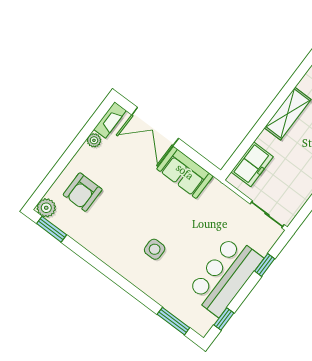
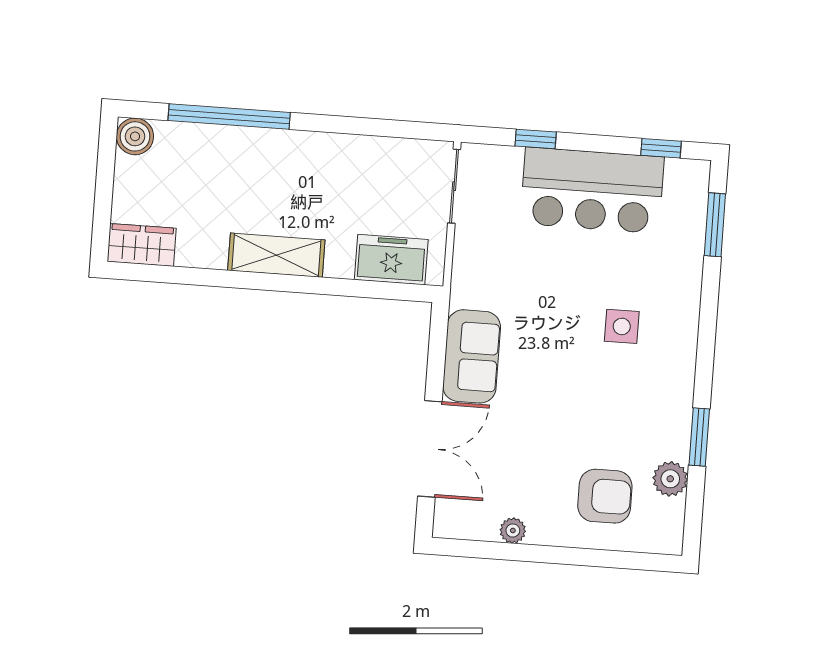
fireplace: (110, 120) -> (465, 526), removed
plant: (46, 208) -> (670, 479), moved
window: (52, 229) -> (699, 437), moved

